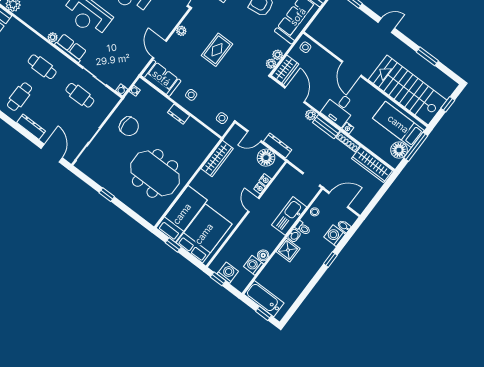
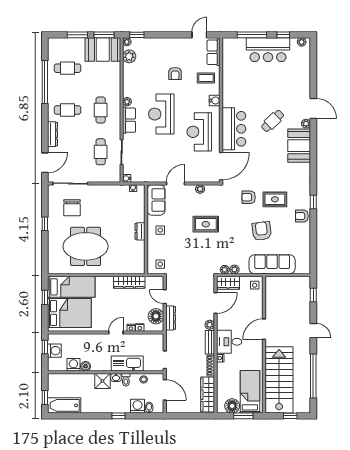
window: (427, 56) -> (313, 376), width x2.11
chair: (129, 126) -> (72, 208), moved
window: (416, 147) -> (243, 416), width x0.69
meeting table: (155, 173) -> (86, 246), turned 90
bathtub: (264, 299) -> (64, 405), moved, turned -90

